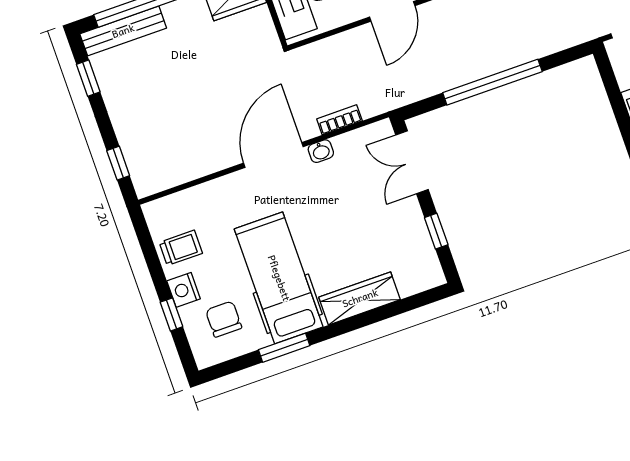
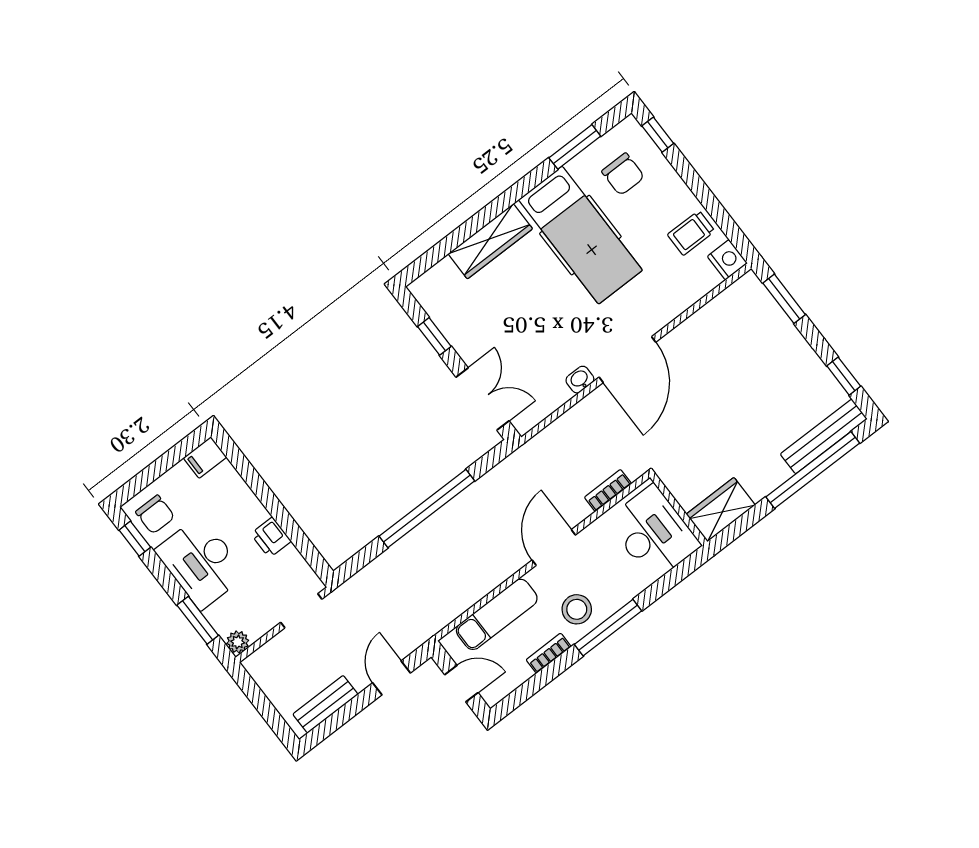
bookcase: (339, 120) -> (608, 490), moved, turned 180
window: (118, 163) -> (784, 299), width x1.50
nightstand: (184, 290) -> (727, 260), moved
window: (171, 314) -> (658, 135), moved
window: (284, 348) -> (575, 147), moved

